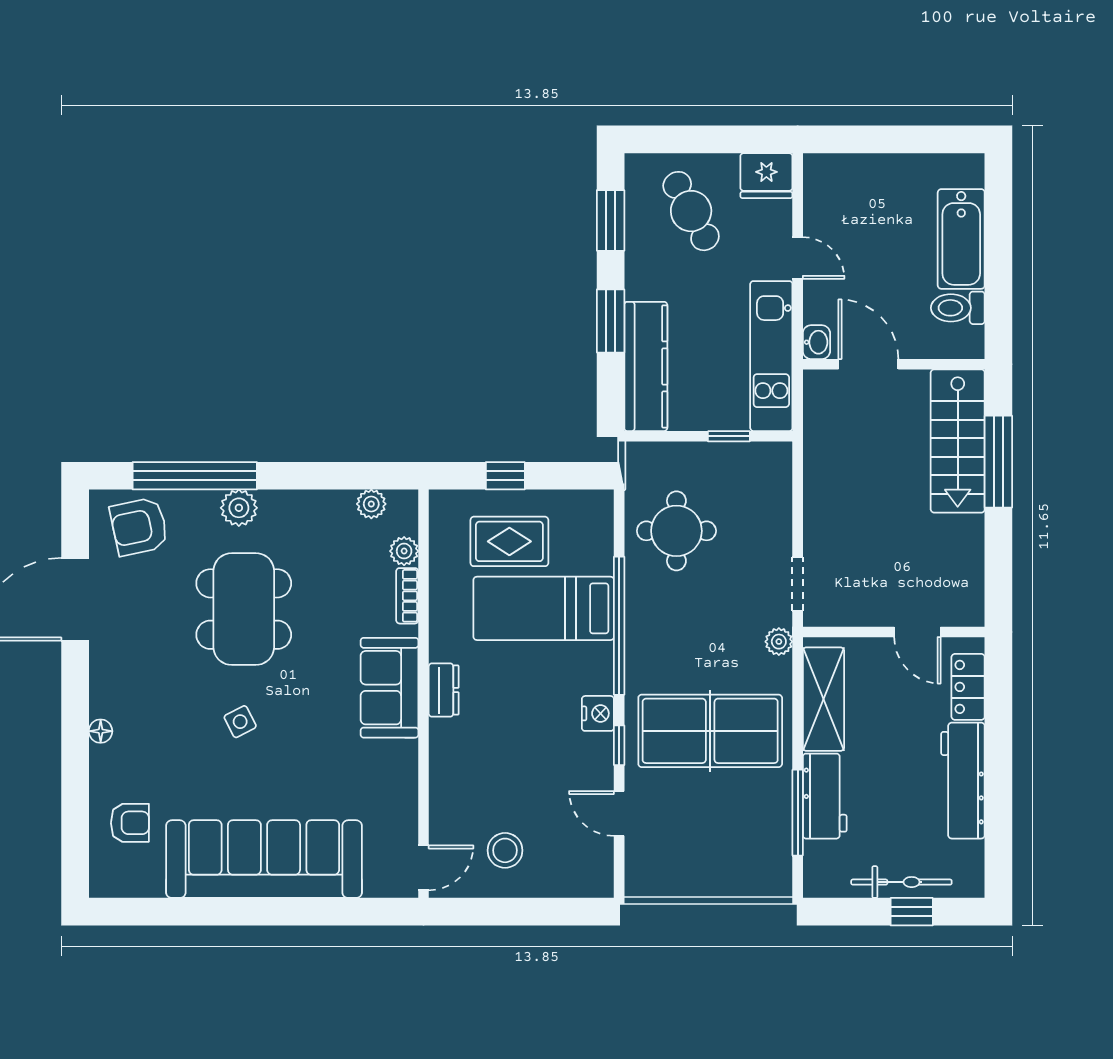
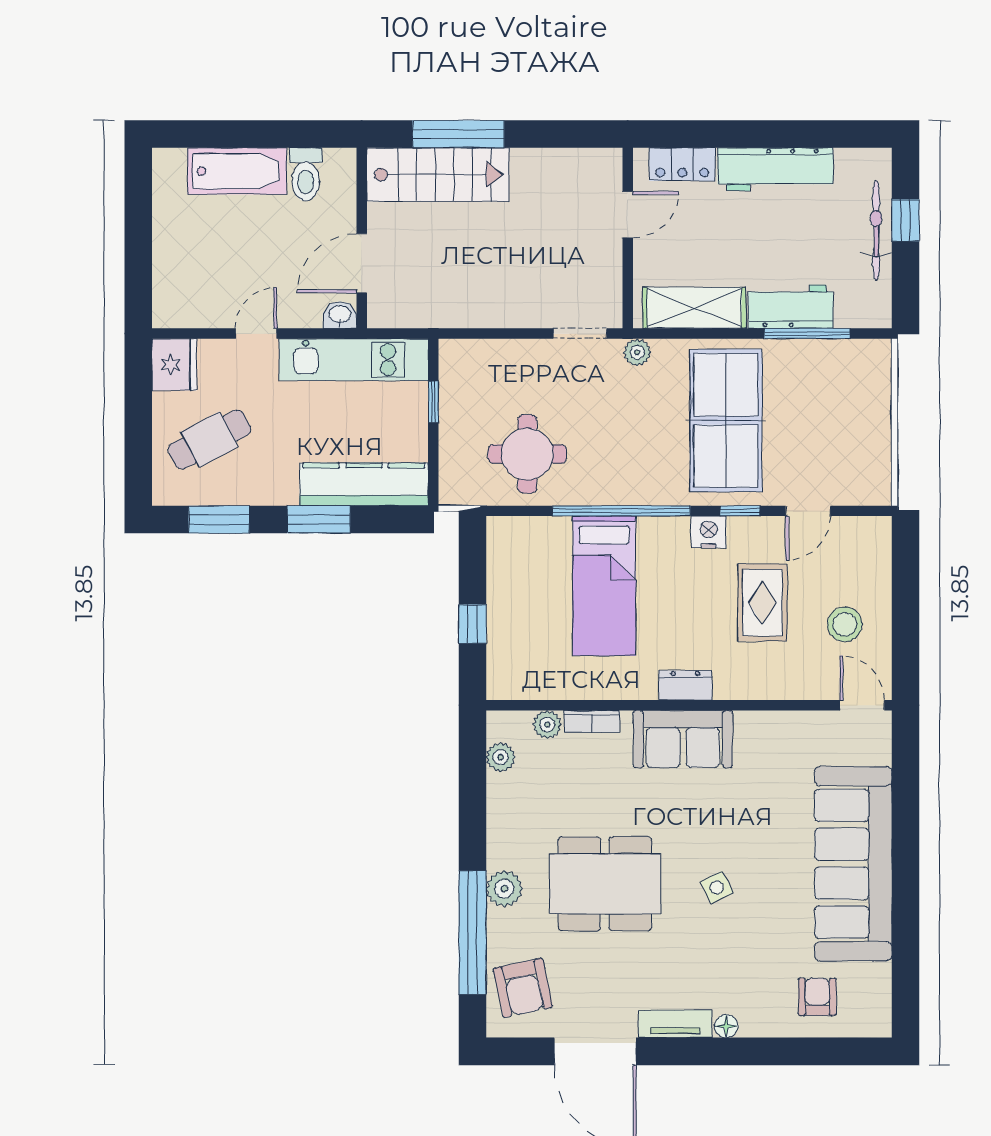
rug: (509, 541) -> (762, 603), moved
tv unit: (103, 680) -> (675, 1024), added

